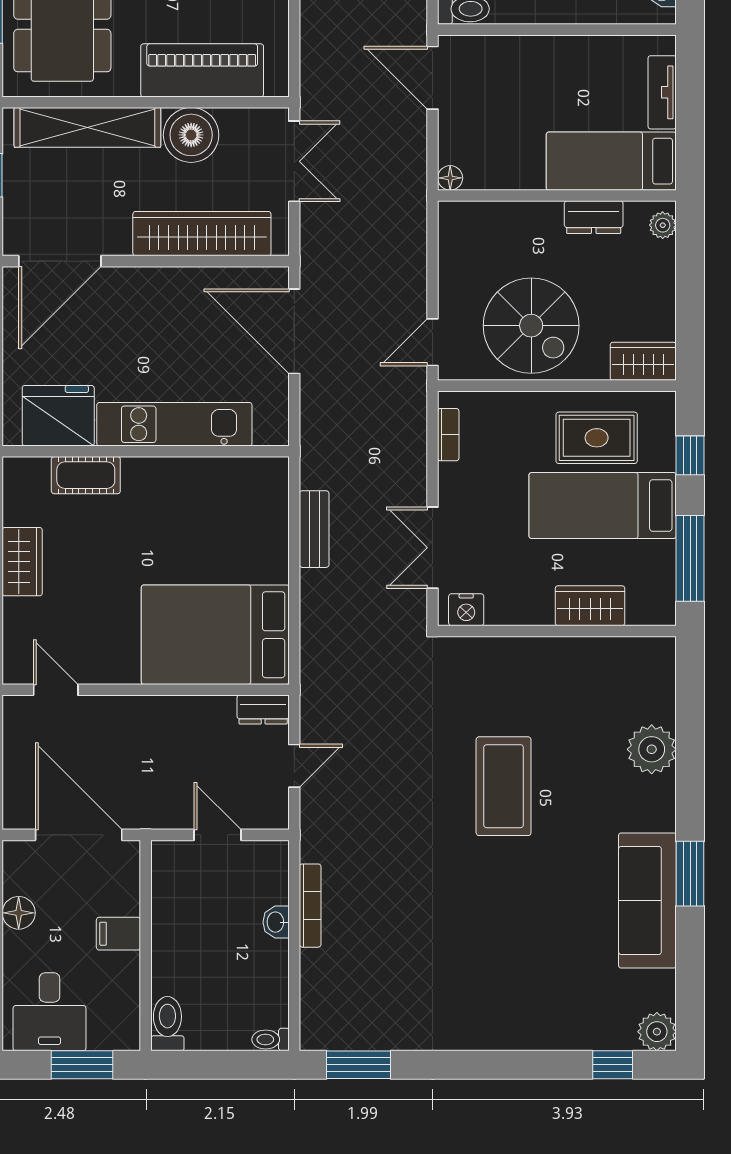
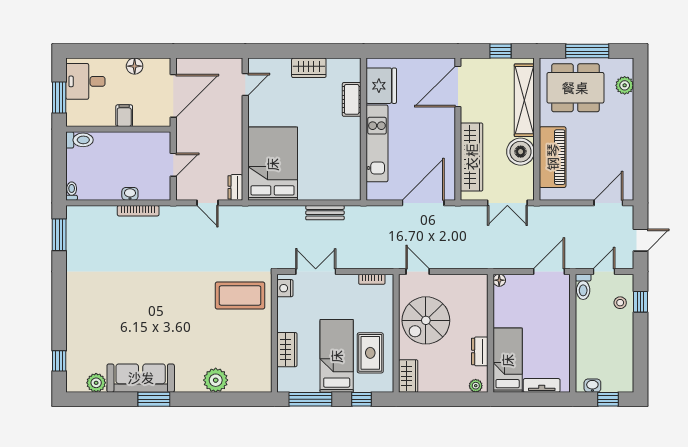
door: (60, 261) -> (458, 86), hinge flipped
coffee table: (504, 786) -> (240, 295), moved
plant: (657, 1032) -> (96, 383), moved

